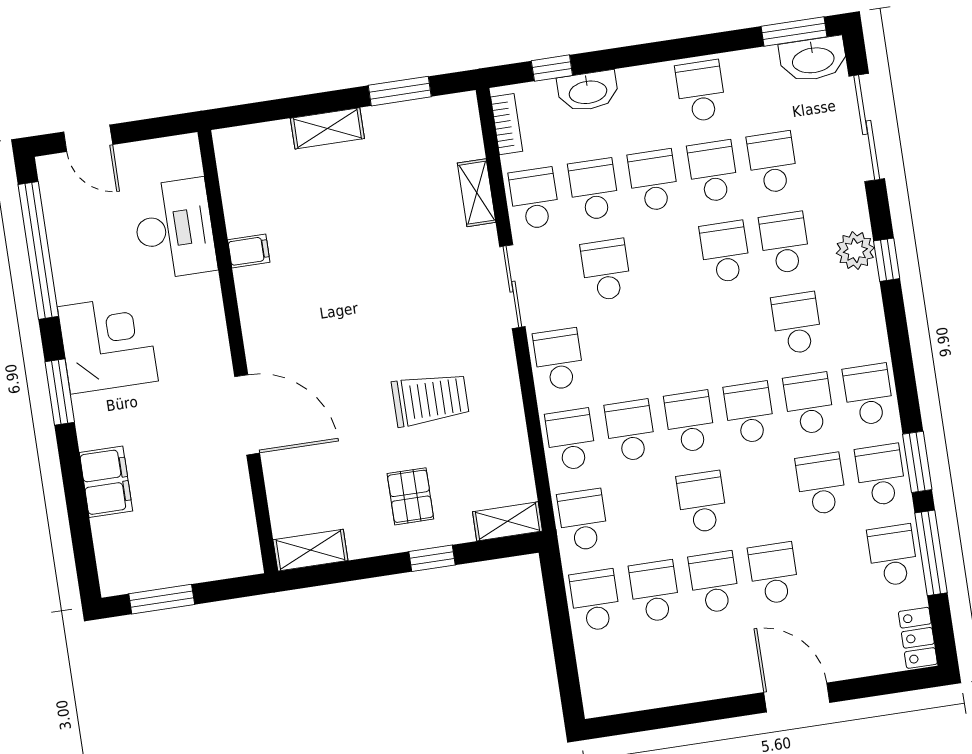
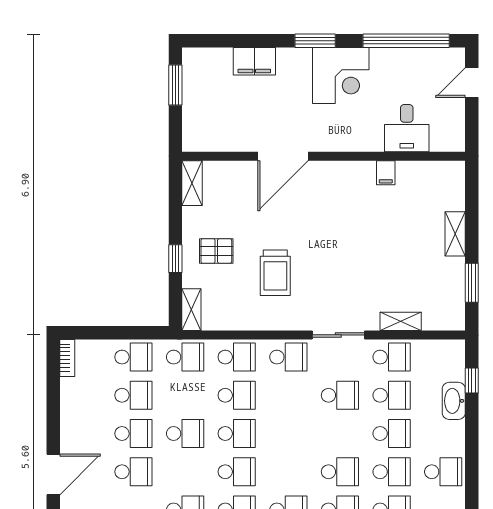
bookcase: (507, 124) -> (67, 358), moved, turned -90
desk: (174, 229) -> (407, 128), width x0.73

